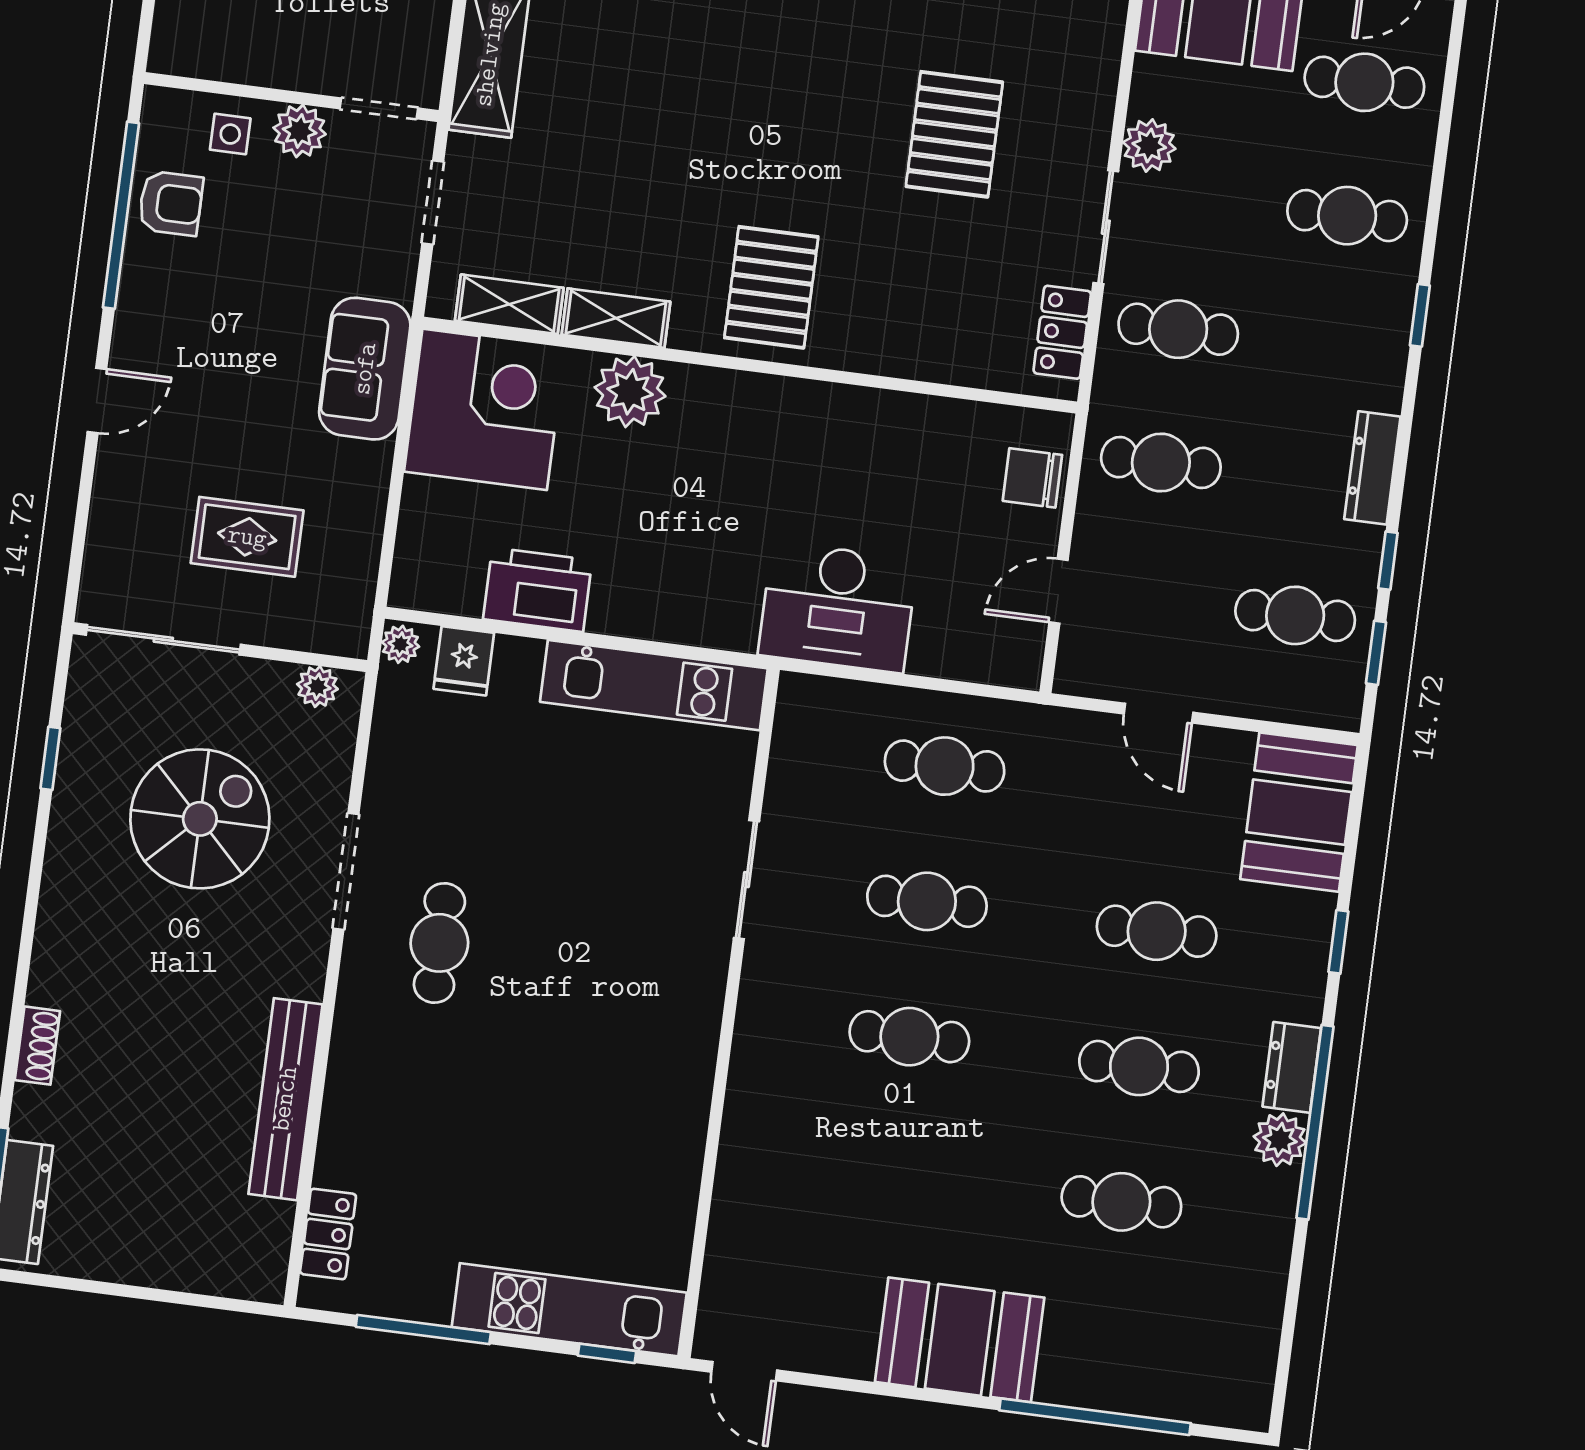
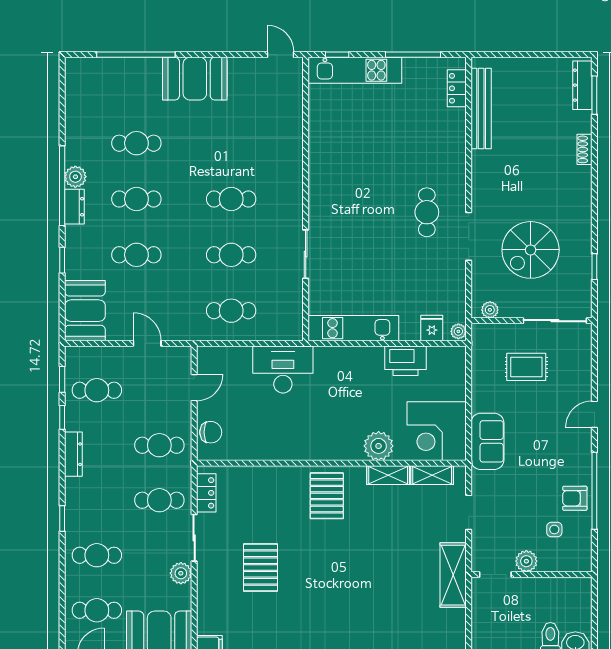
wall: (291, 97) -> (531, 575), moved
doorway: (379, 108) -> (495, 575), moved
plant: (300, 131) -> (526, 561), moved
bench: (285, 1099) -> (481, 109), moved

